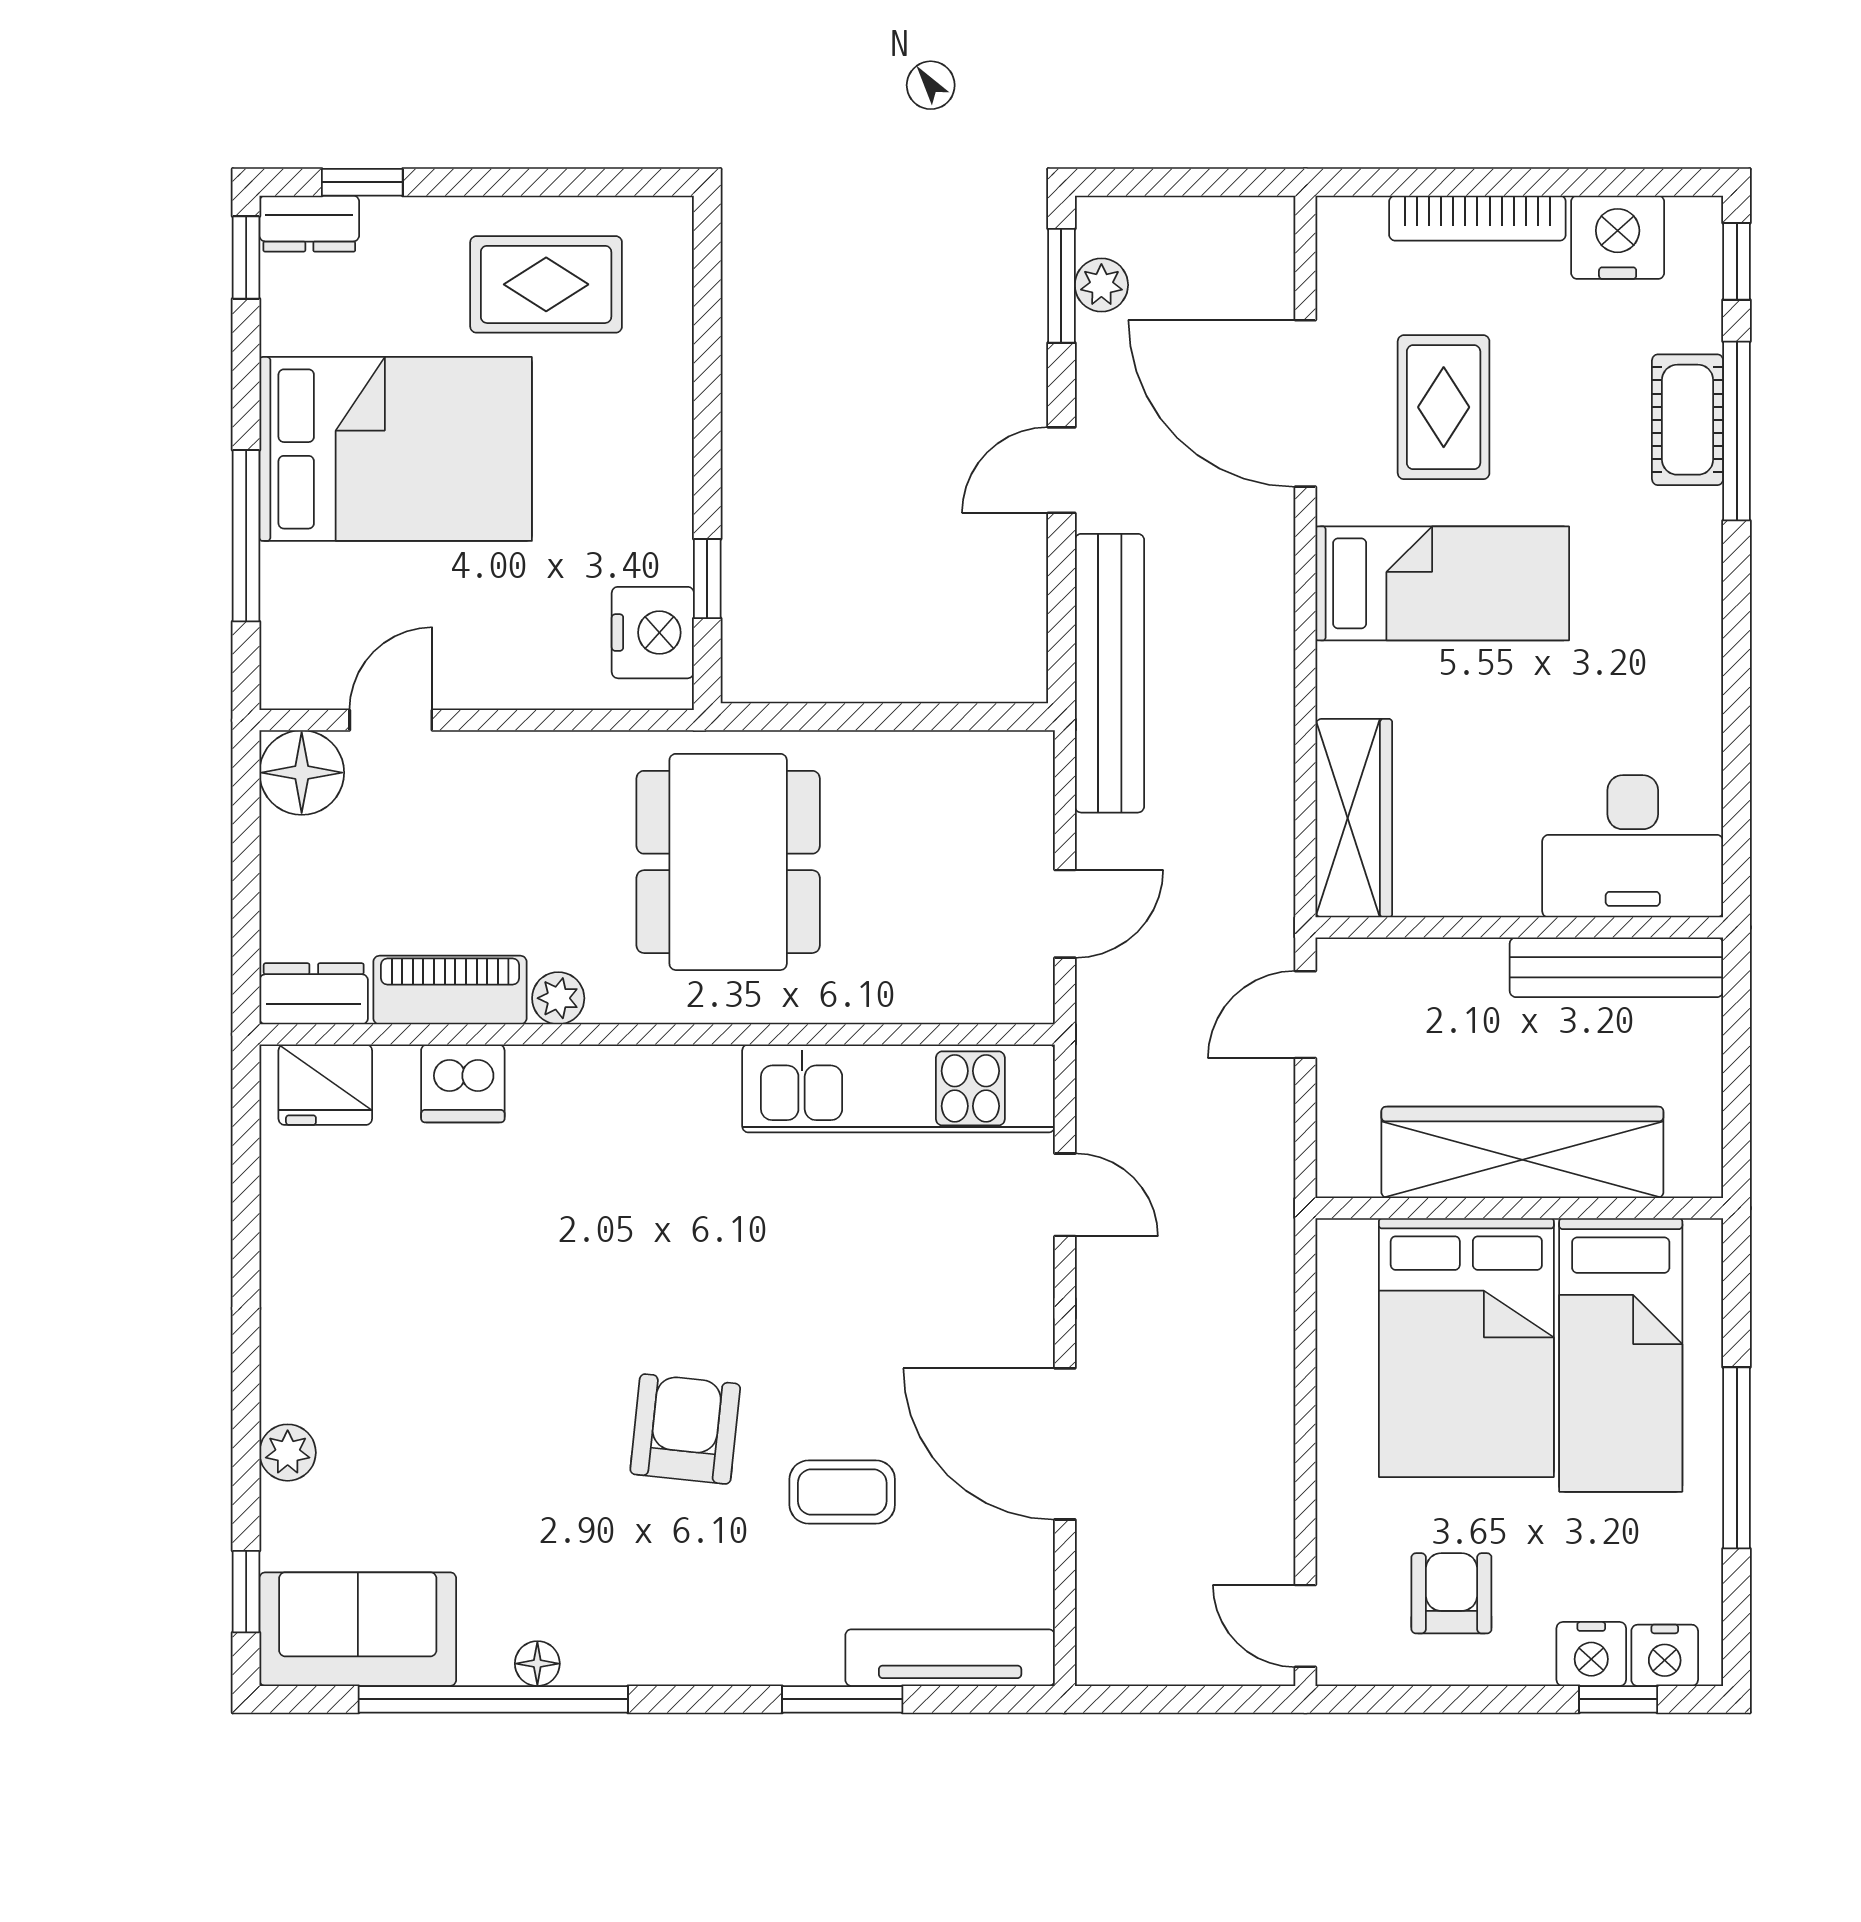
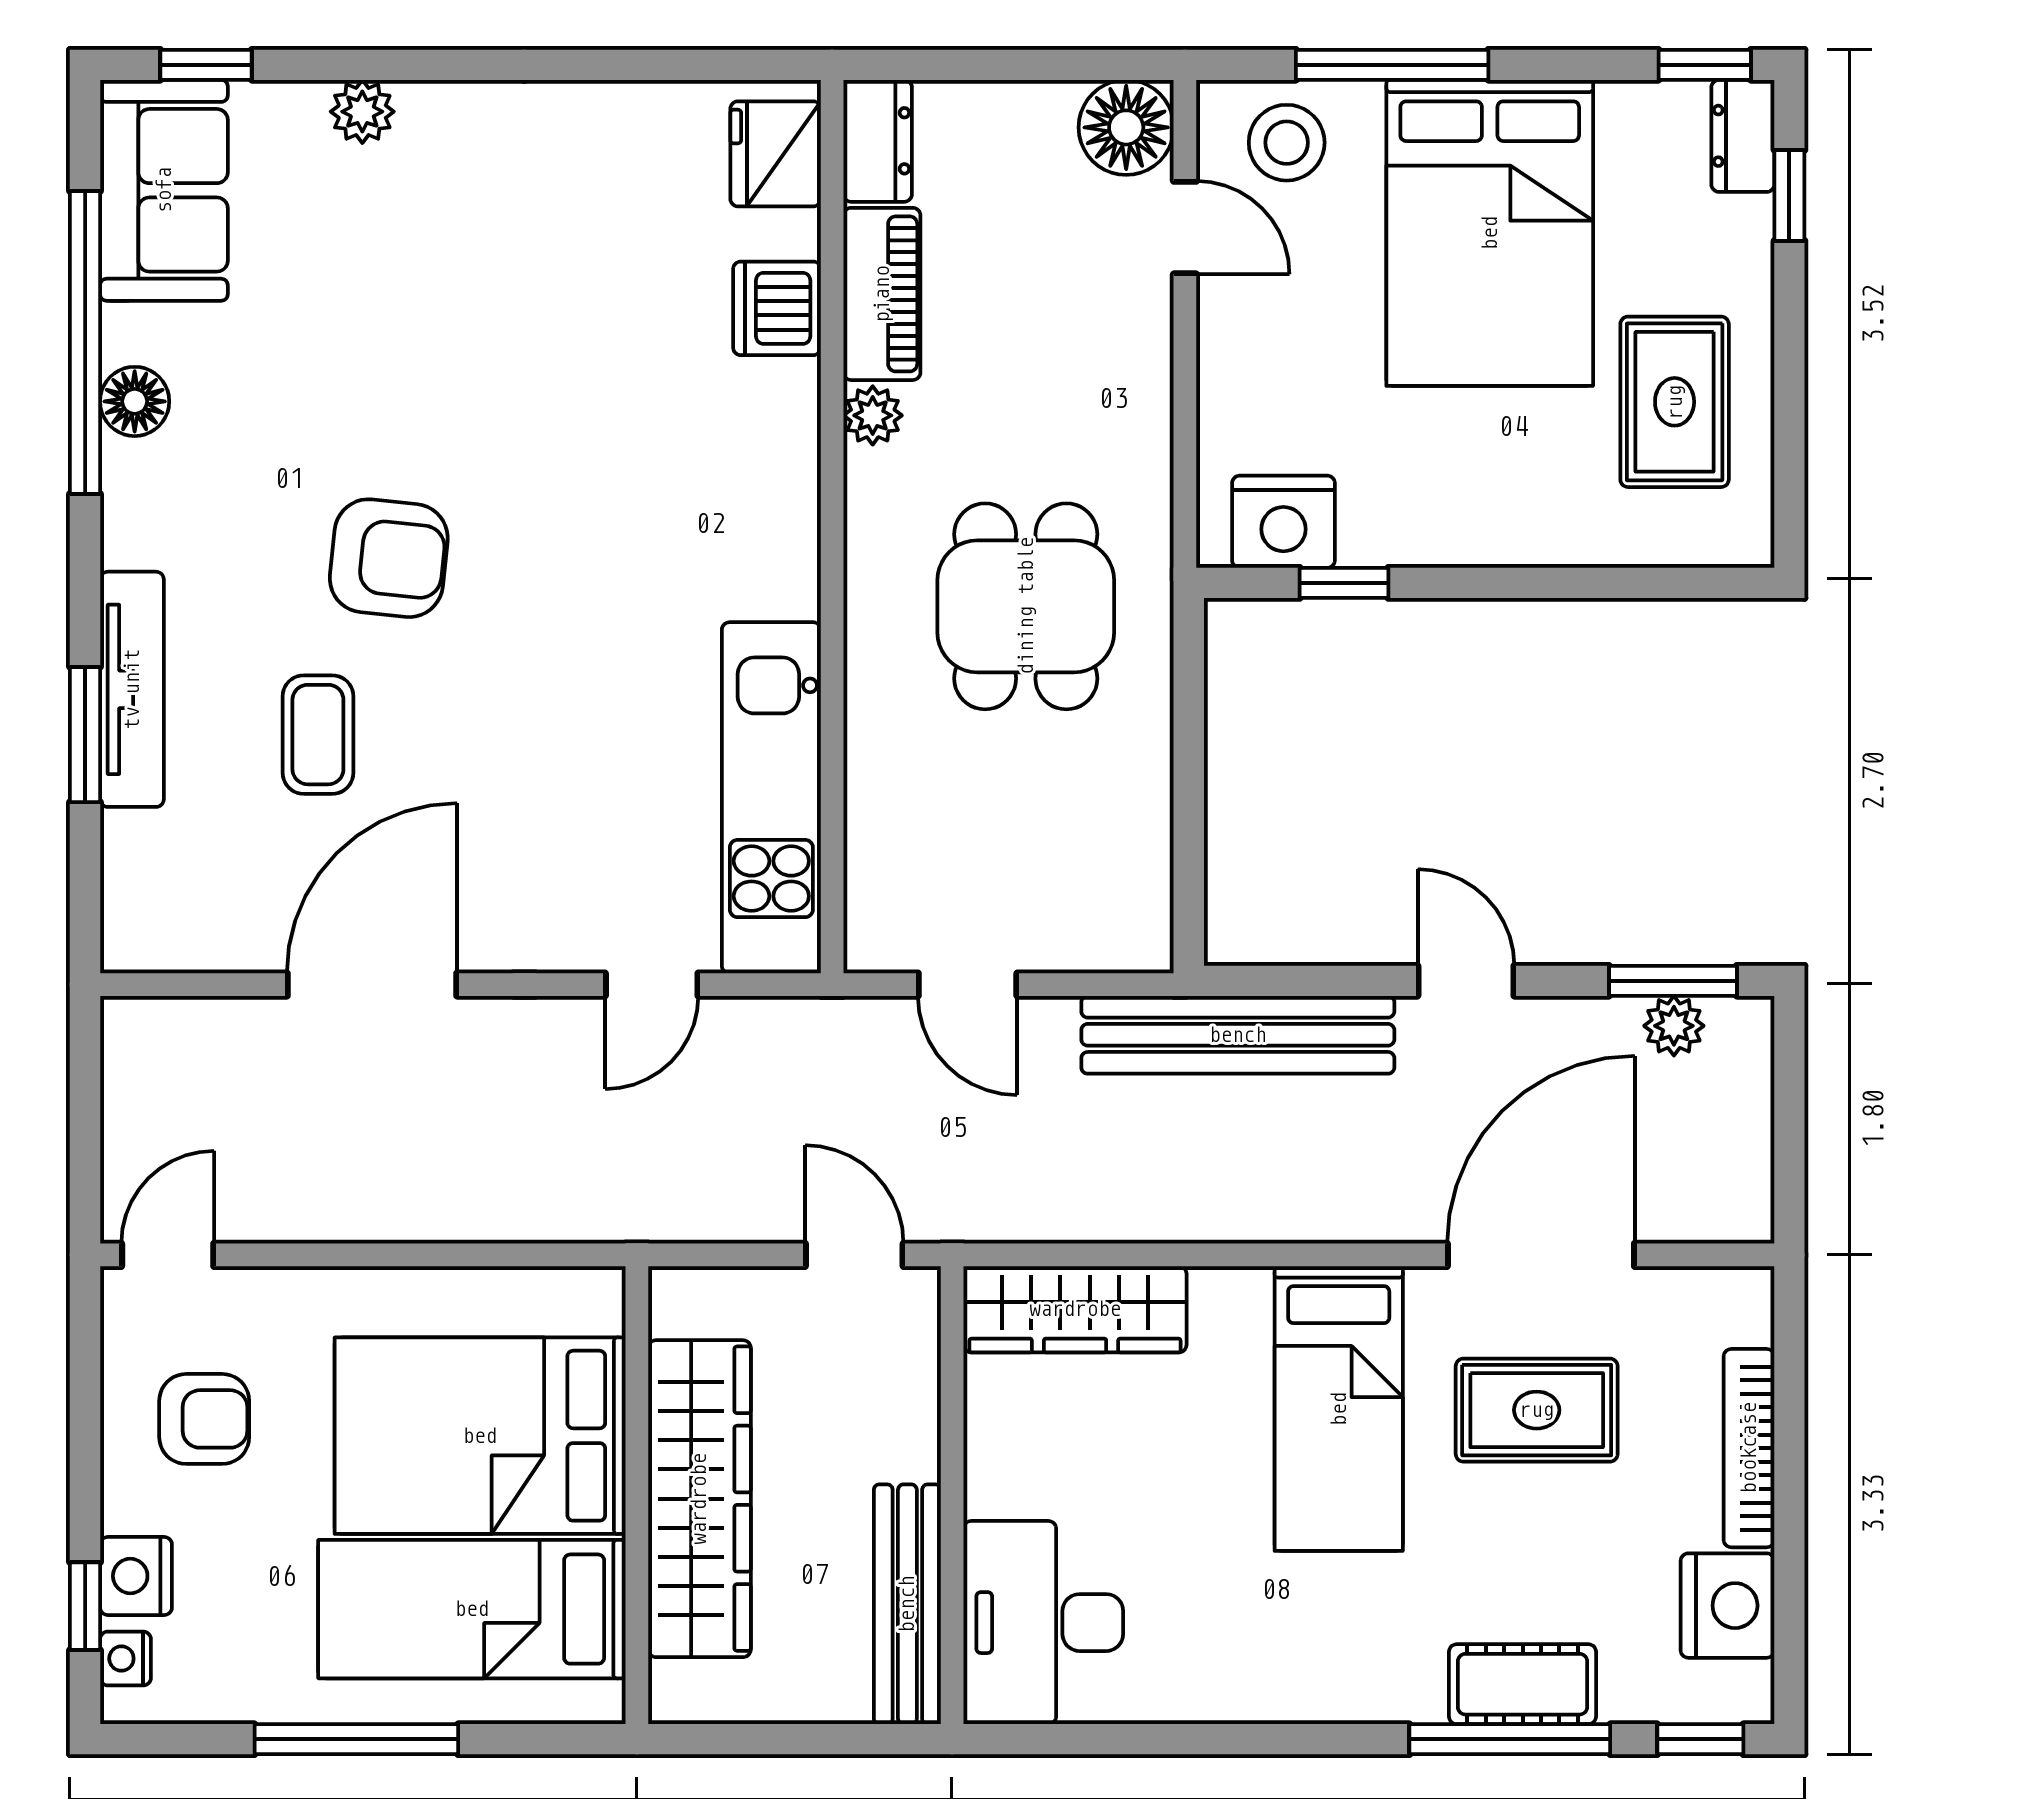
stool: (315, 630) -> (1287, 143), added
dining table: (728, 862) -> (1026, 606), width x0.73
nightstand: (1665, 1655) -> (125, 1659), width x0.72, depth x0.74
tv unit: (950, 1658) -> (132, 689), moved
floor lamp: (537, 1664) -> (135, 401), width x1.37, depth x1.37

